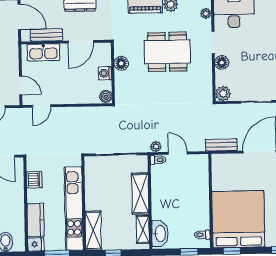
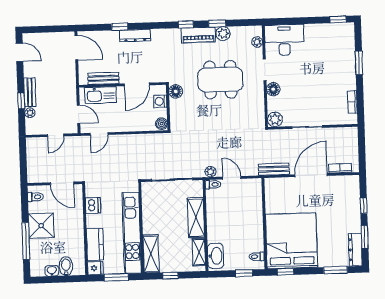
bench: (46, 35) -> (103, 78), moved
wall: (66, 42) -> (122, 85), moved
door: (81, 42) -> (137, 84), moved
kitchen sink: (43, 52) -> (101, 95), moved

